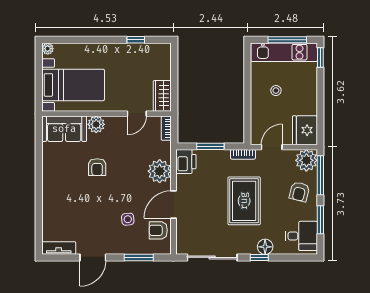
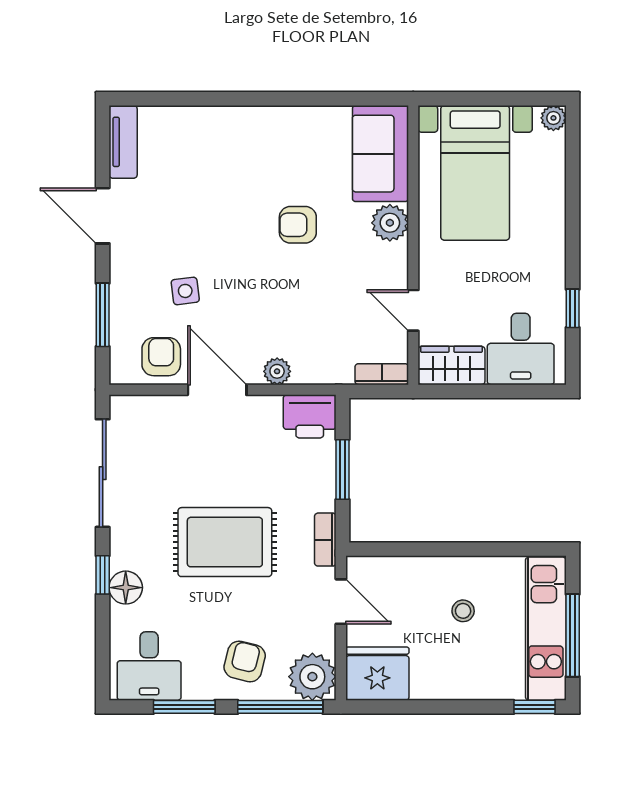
desk: (155, 64) -> (521, 349), added
plant: (160, 171) -> (277, 371), width x0.53, depth x0.53
armchair: (299, 192) -> (245, 661), turned 90

